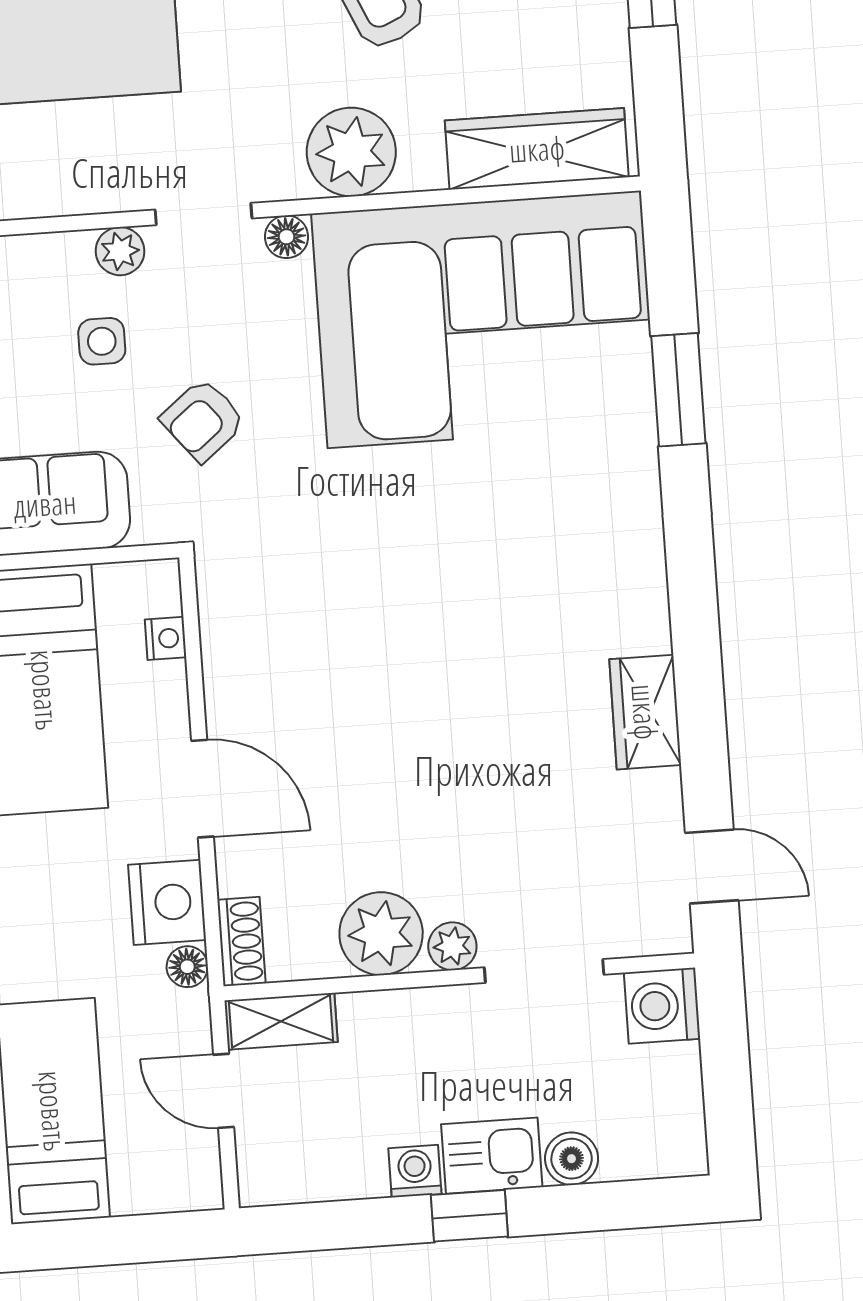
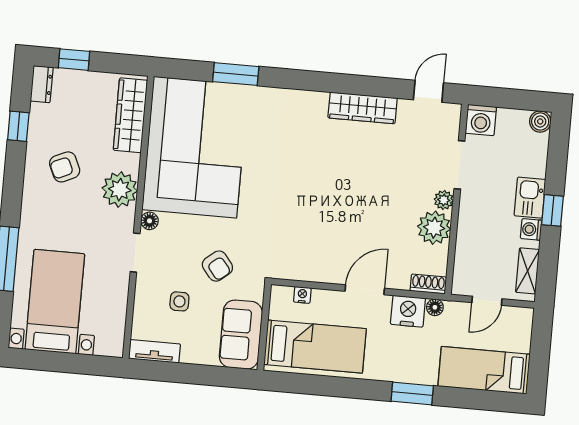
plant: (120, 251) -> (145, 288), removed
wardrobe: (645, 712) -> (363, 108), width x1.50
shelving: (281, 1021) -> (528, 271), moved
boiler: (572, 1159) -> (540, 121), moved

